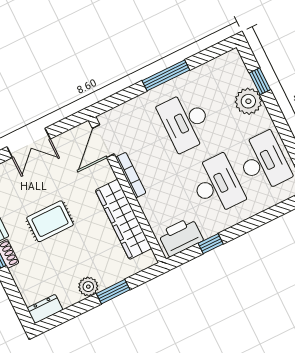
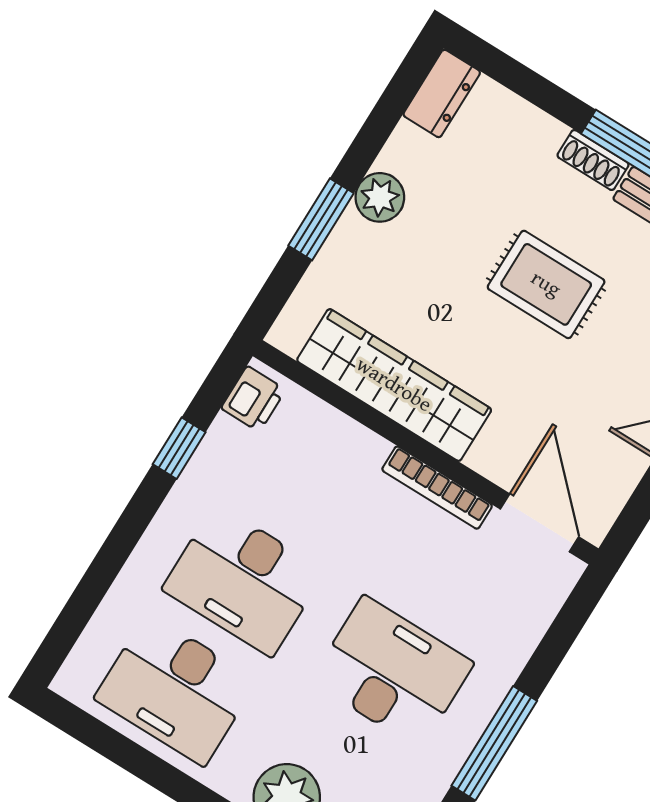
rug: (50, 221) -> (546, 284), turned 90
printer: (181, 237) -> (253, 399), width x0.53, depth x0.68

